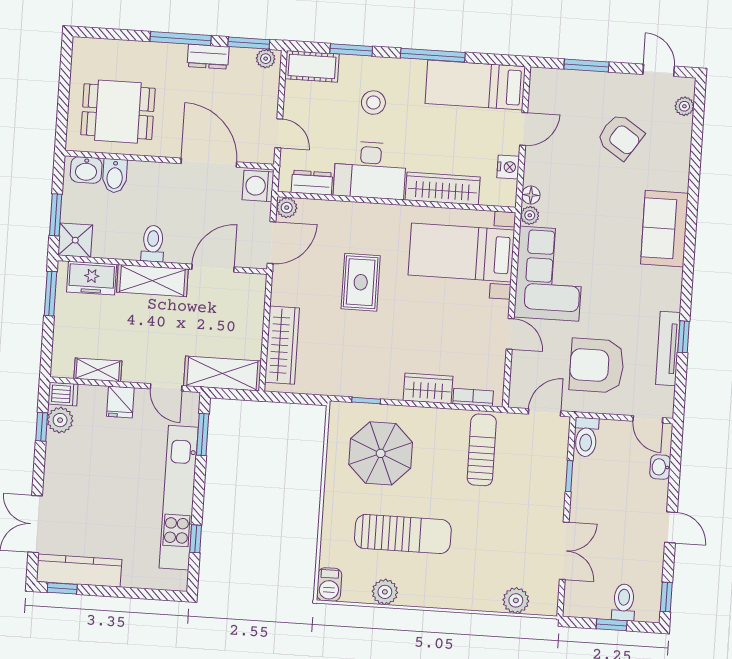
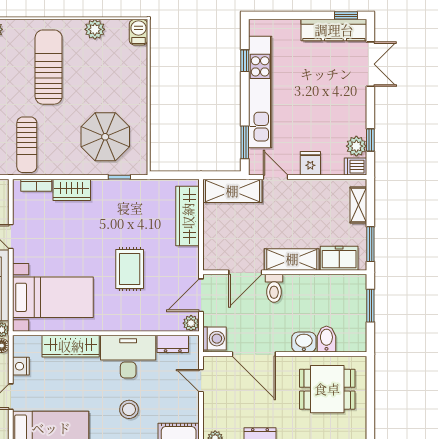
washbasin: (86, 170) -> (304, 342), moved
shower: (75, 240) -> (354, 287), removed
toilet: (153, 244) -> (274, 288), moved
shelving: (98, 370) -> (358, 205), moved, turned 90
sun lounger: (403, 534) -> (49, 67), moved, turned 90

